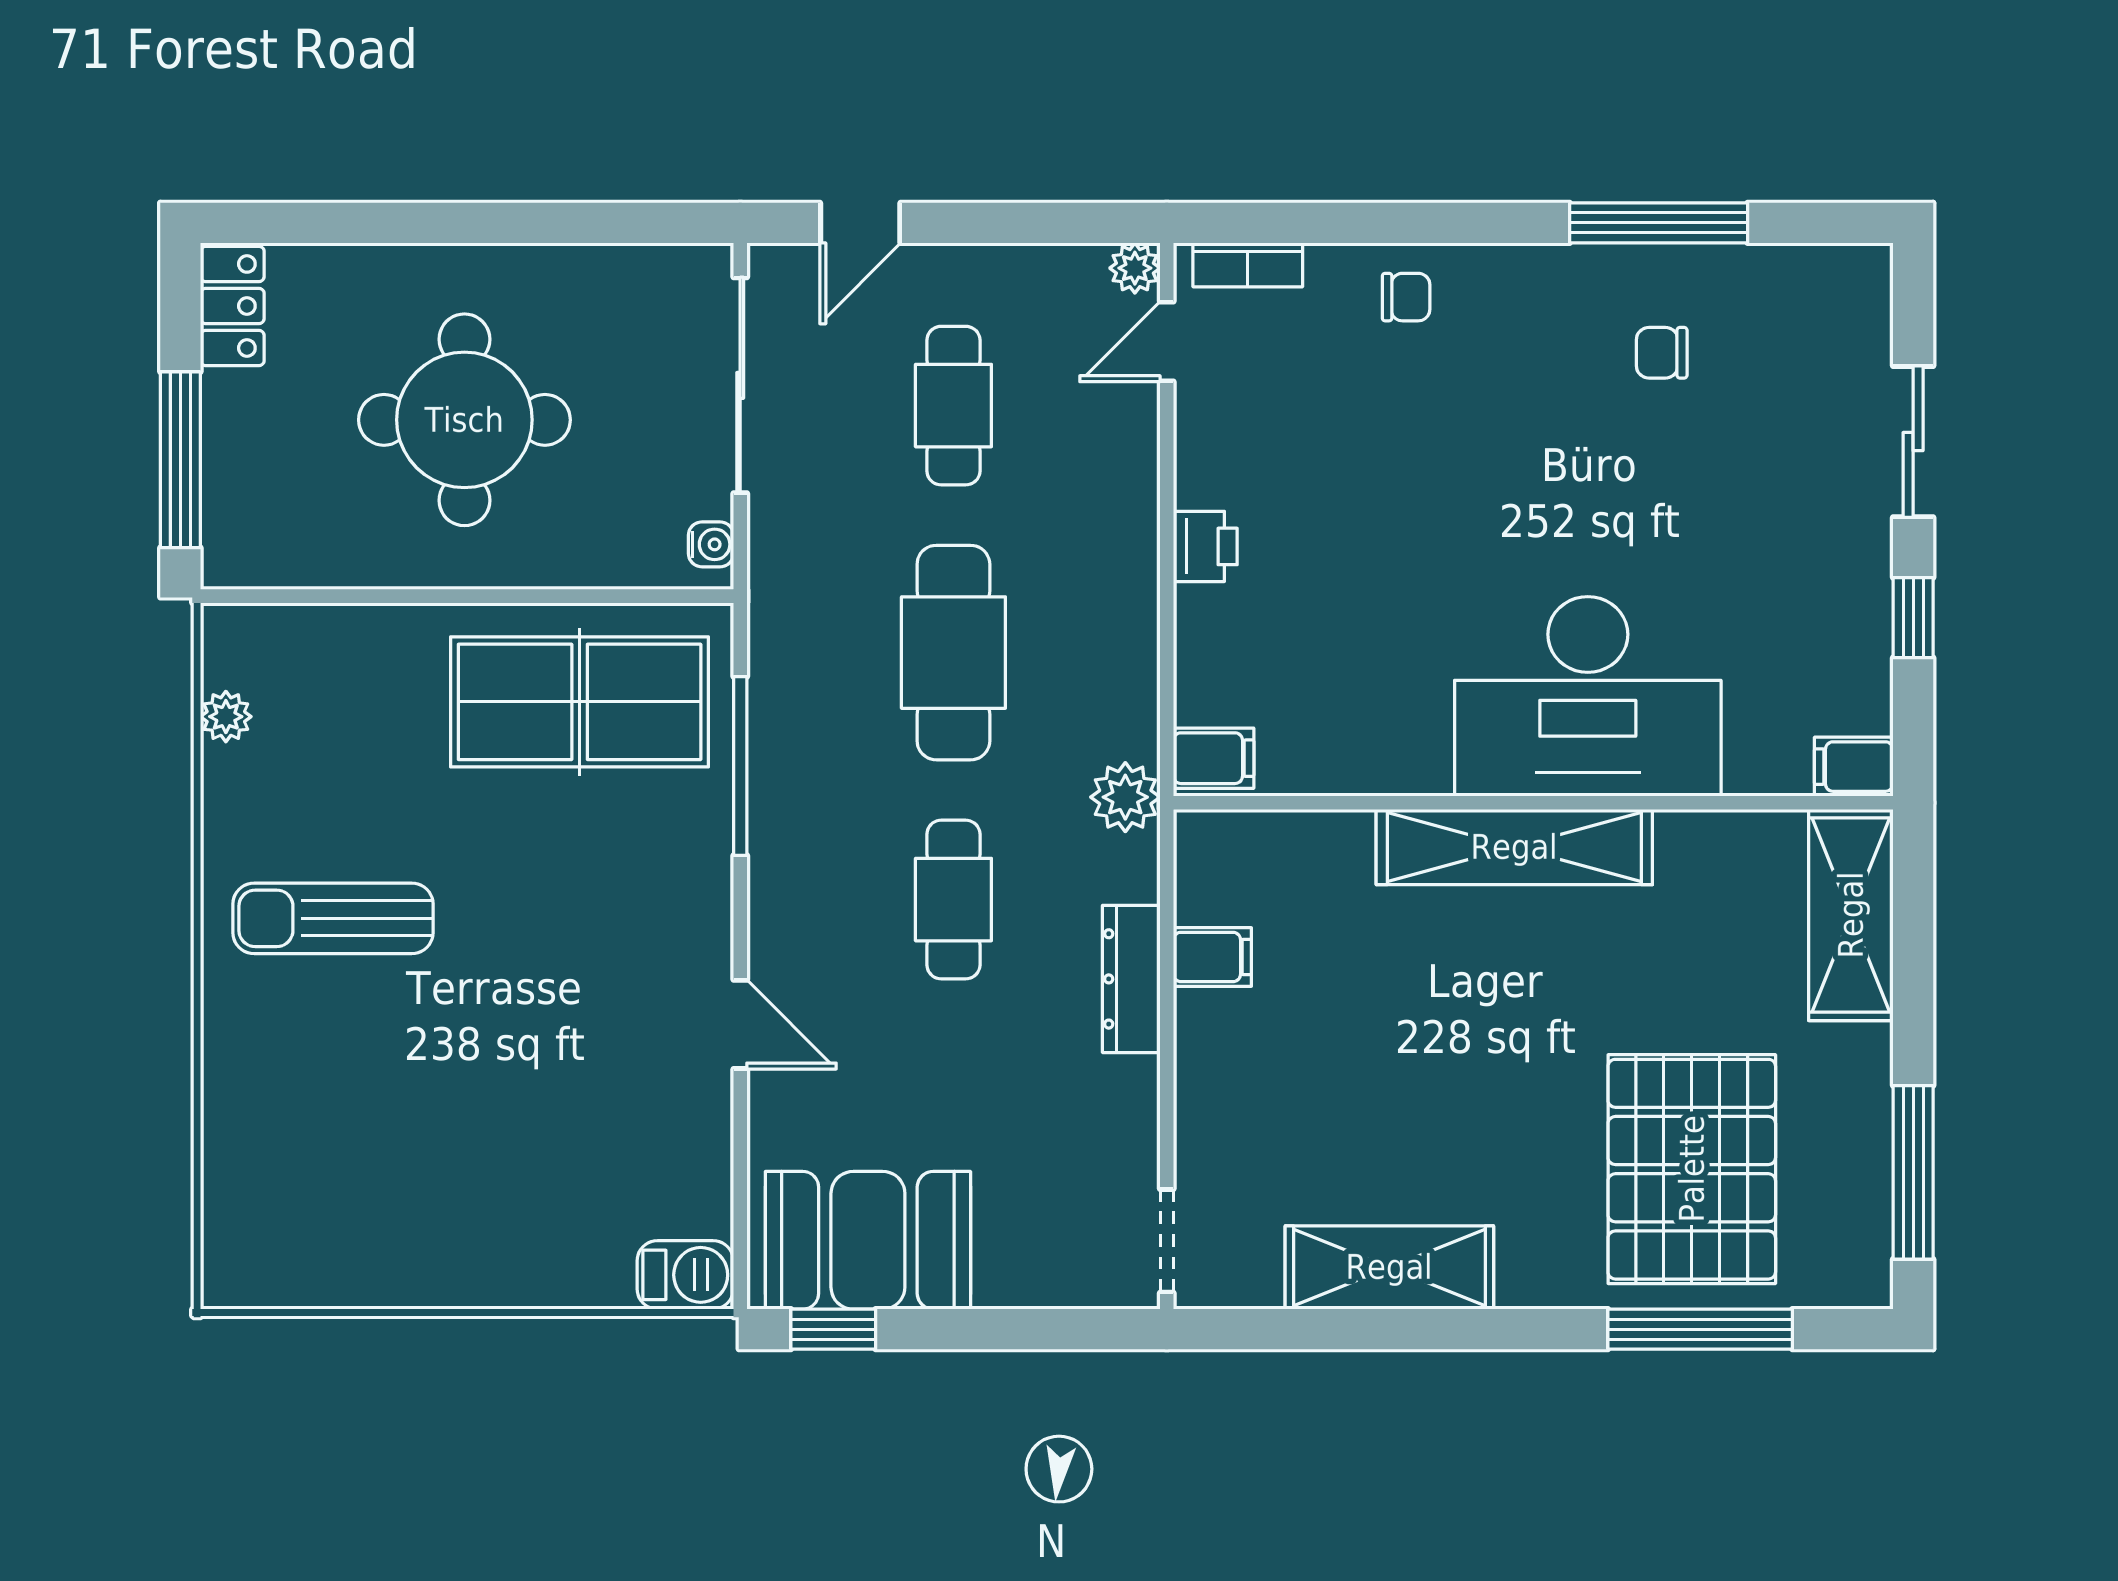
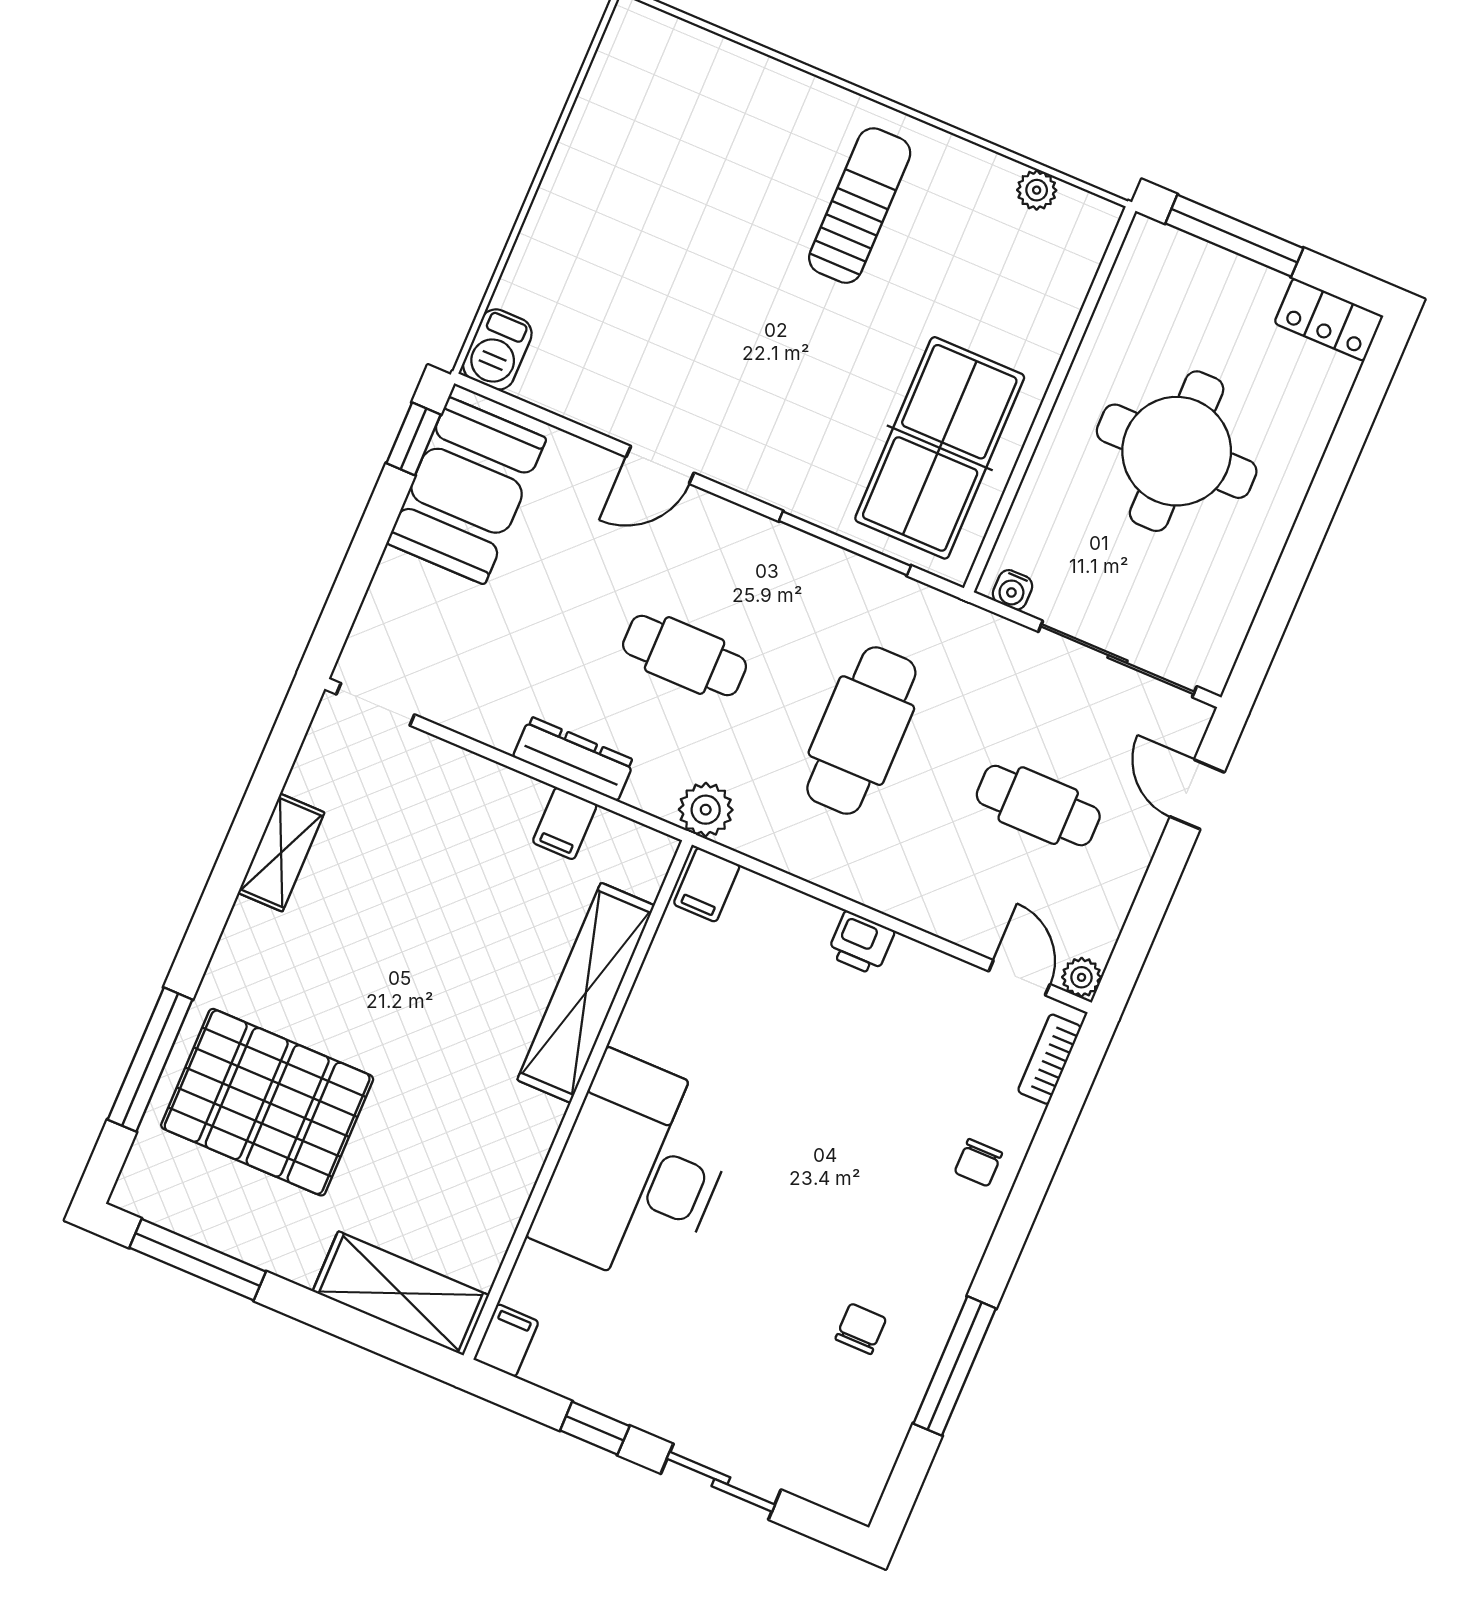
cafe table: (953, 653) -> (861, 731), turned 90
shelving: (1514, 847) -> (586, 993), moved
shelving: (1389, 1267) -> (281, 853), width x0.67, depth x0.75

